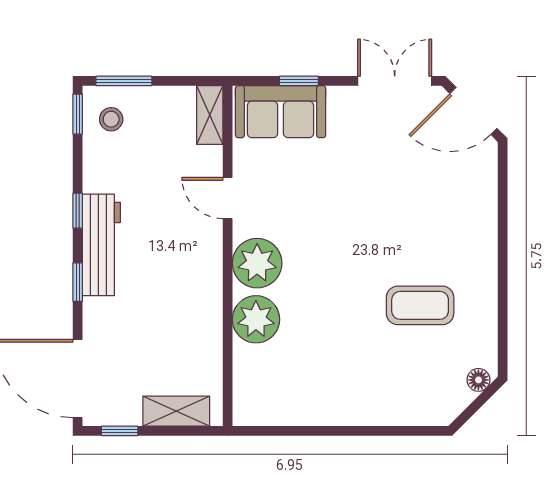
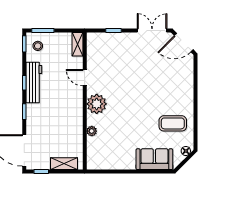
sofa: (281, 112) -> (154, 159), moved, turned 180
workbench: (101, 245) -> (34, 83), moved
coffee table: (420, 305) -> (173, 123), moved
plant: (256, 319) -> (92, 131), width x0.53, depth x0.53

